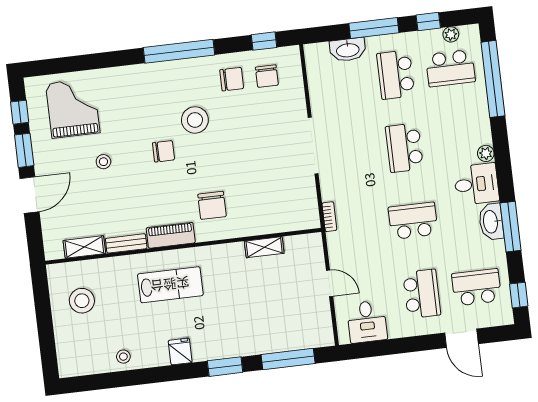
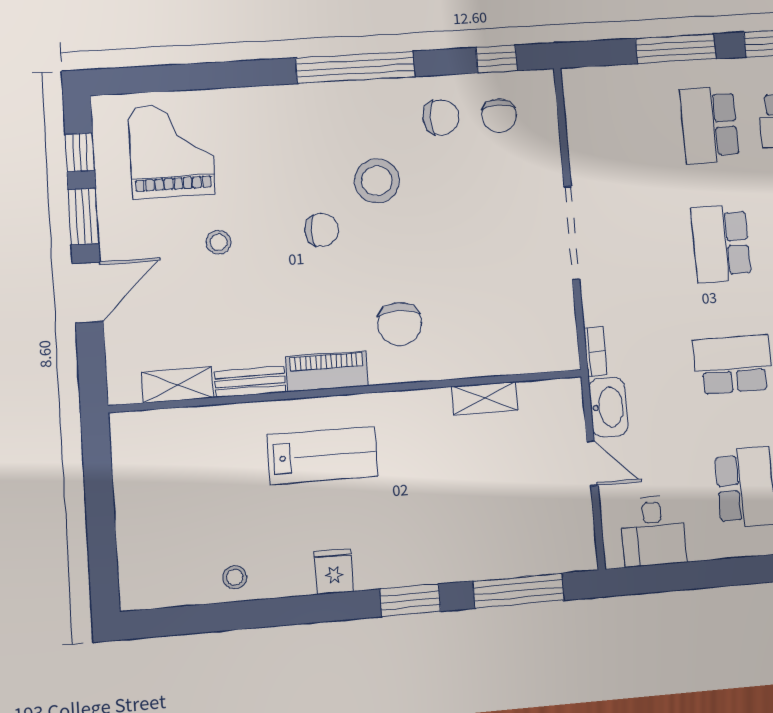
washbasin: (348, 50) -> (608, 407), moved, turned -90
stool: (82, 301) -> (168, 477), removed

